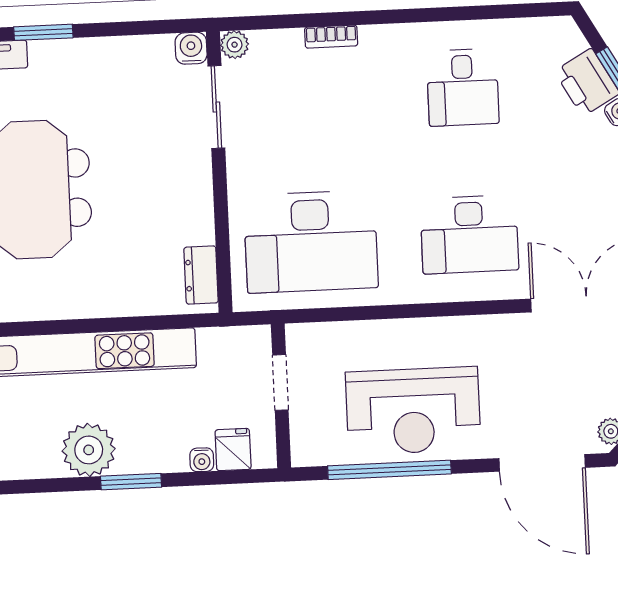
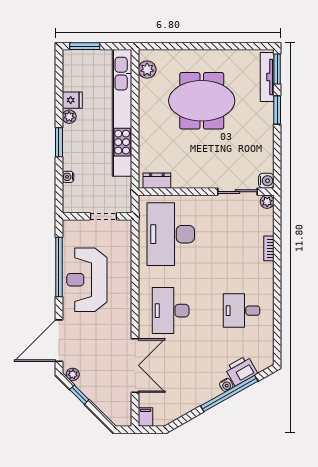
plant: (89, 450) -> (69, 117), width x0.53, depth x0.53
fridge: (233, 450) -> (72, 100), moved

